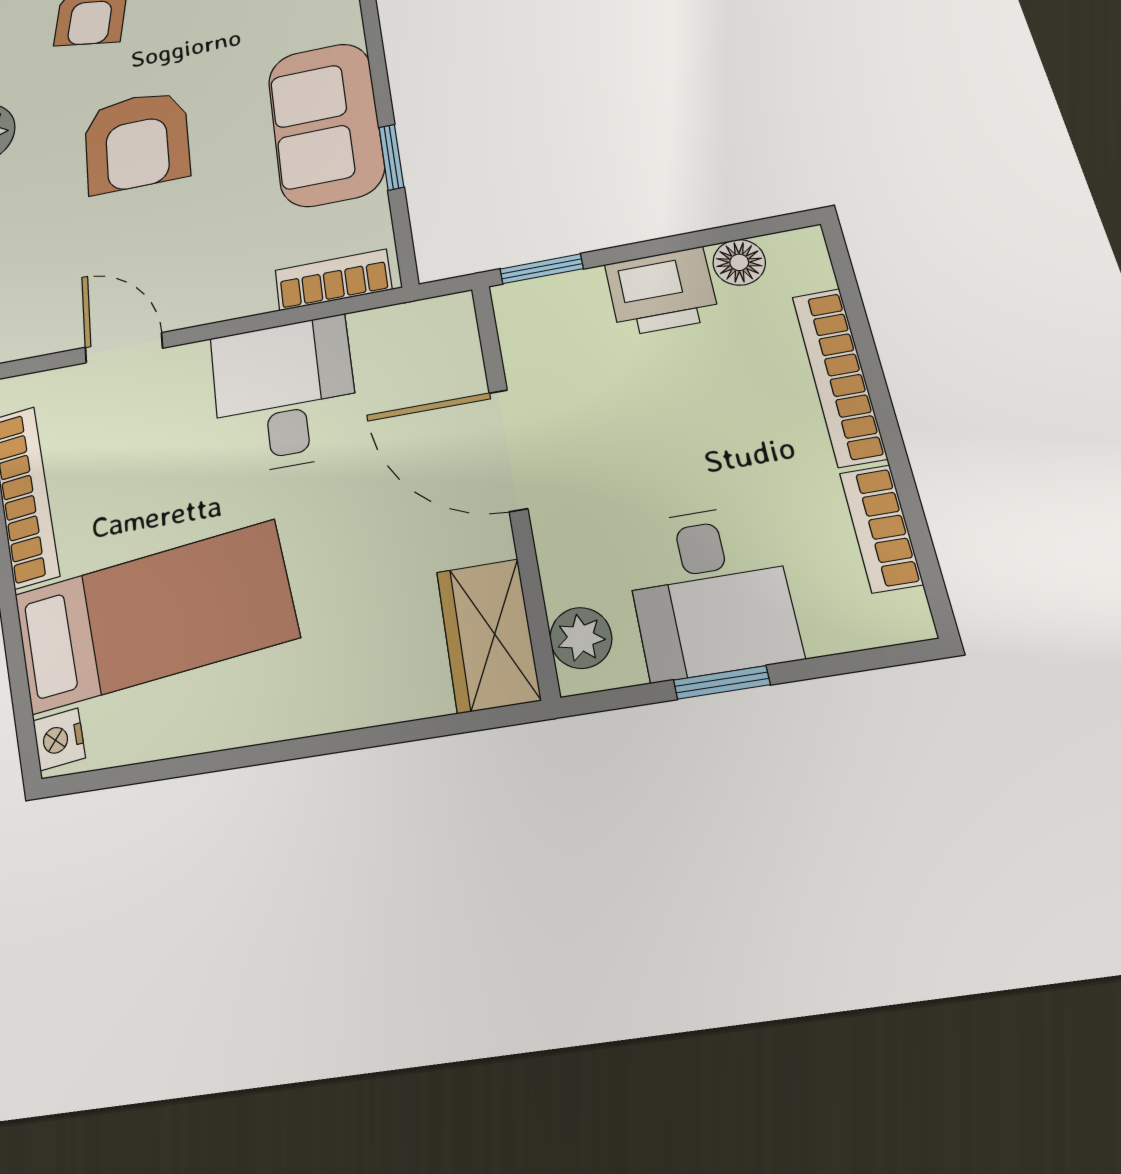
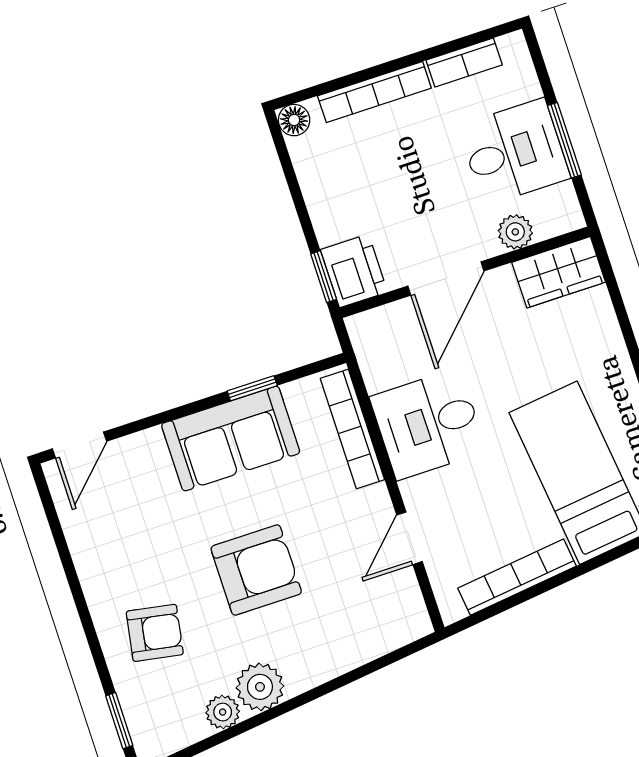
floor lamp: (739, 262) -> (294, 120), moved
bookcase: (333, 280) -> (352, 429), width x1.56
printer: (662, 291) -> (354, 271), moved
plant: (581, 638) -> (515, 232), moved
window: (722, 682) -> (564, 140), width x1.50

